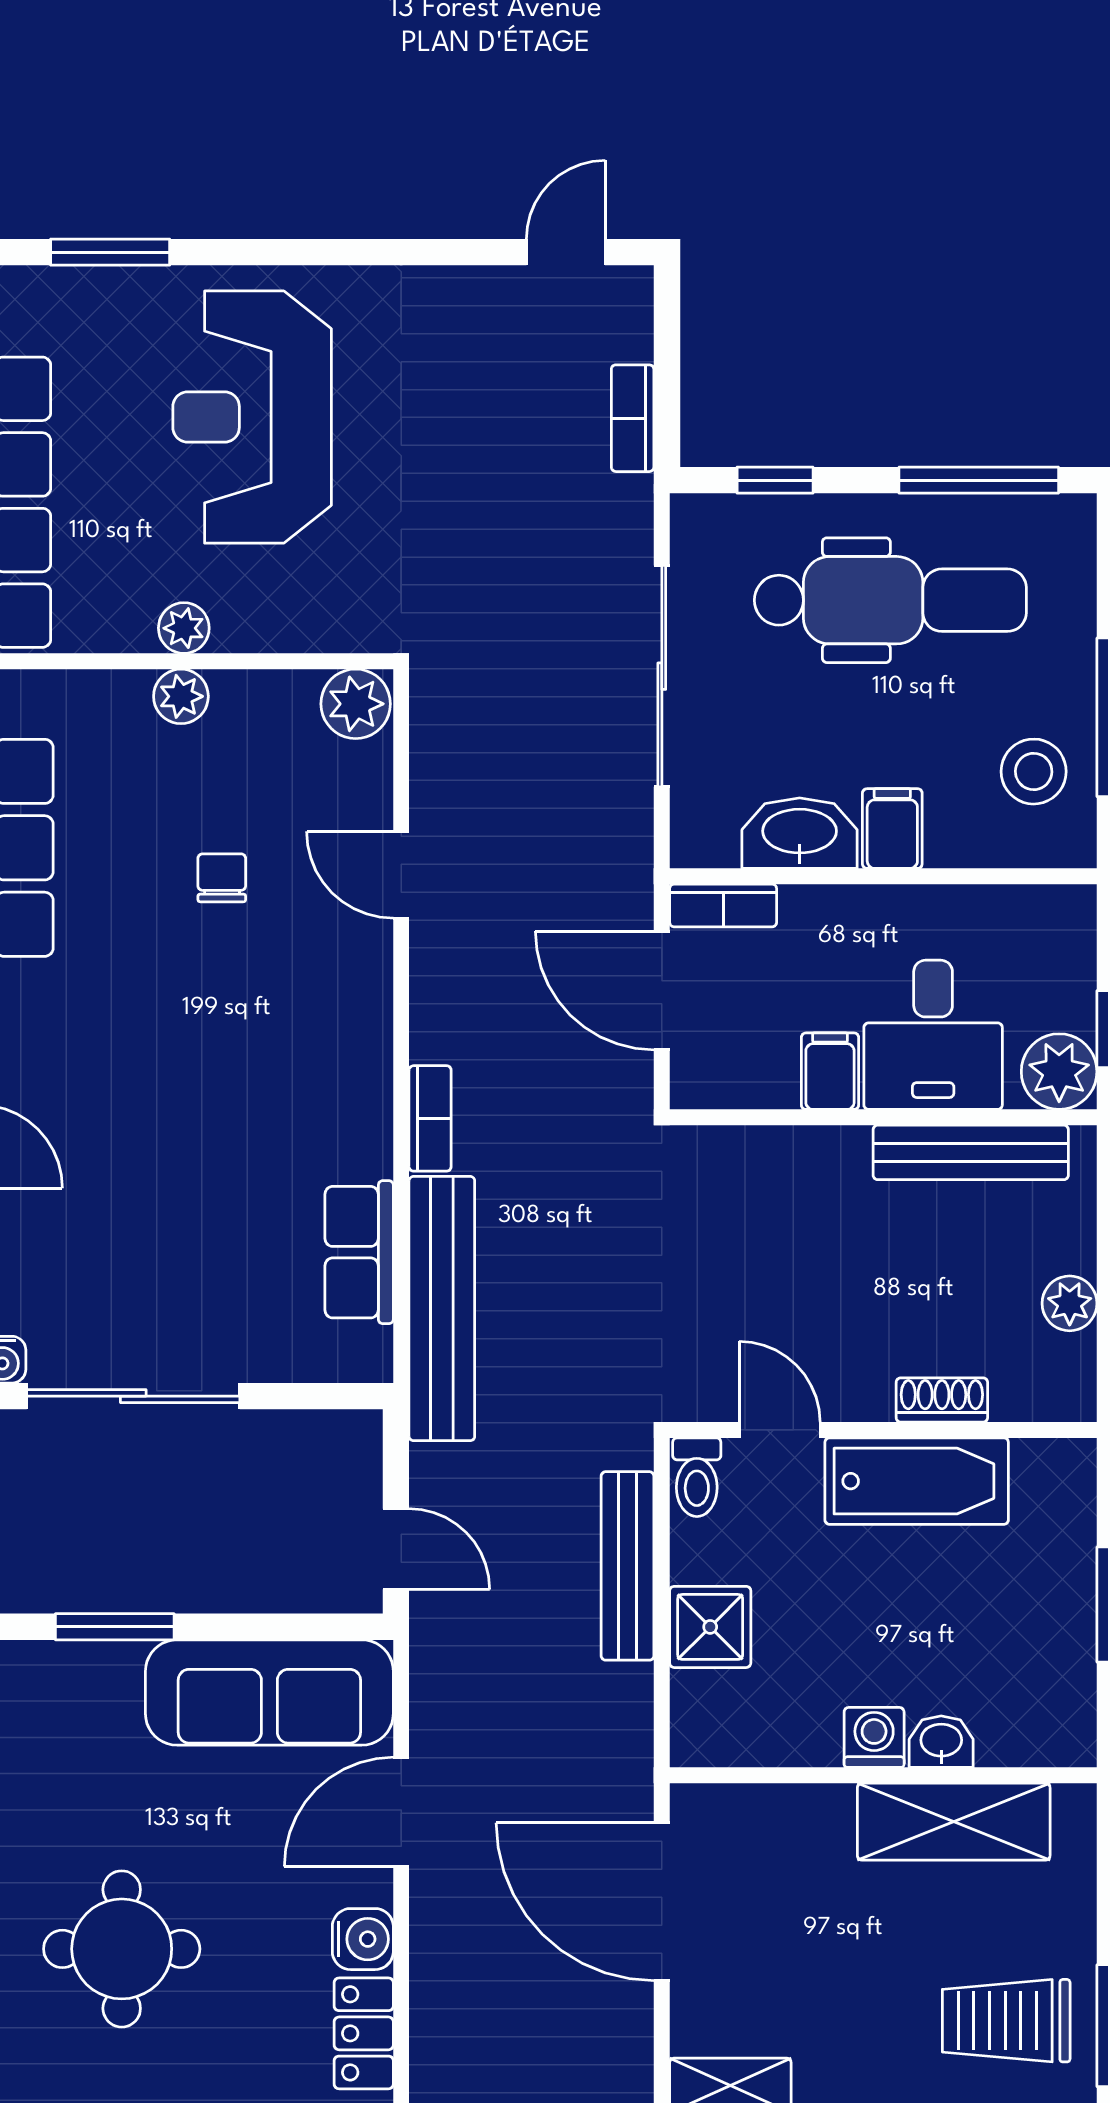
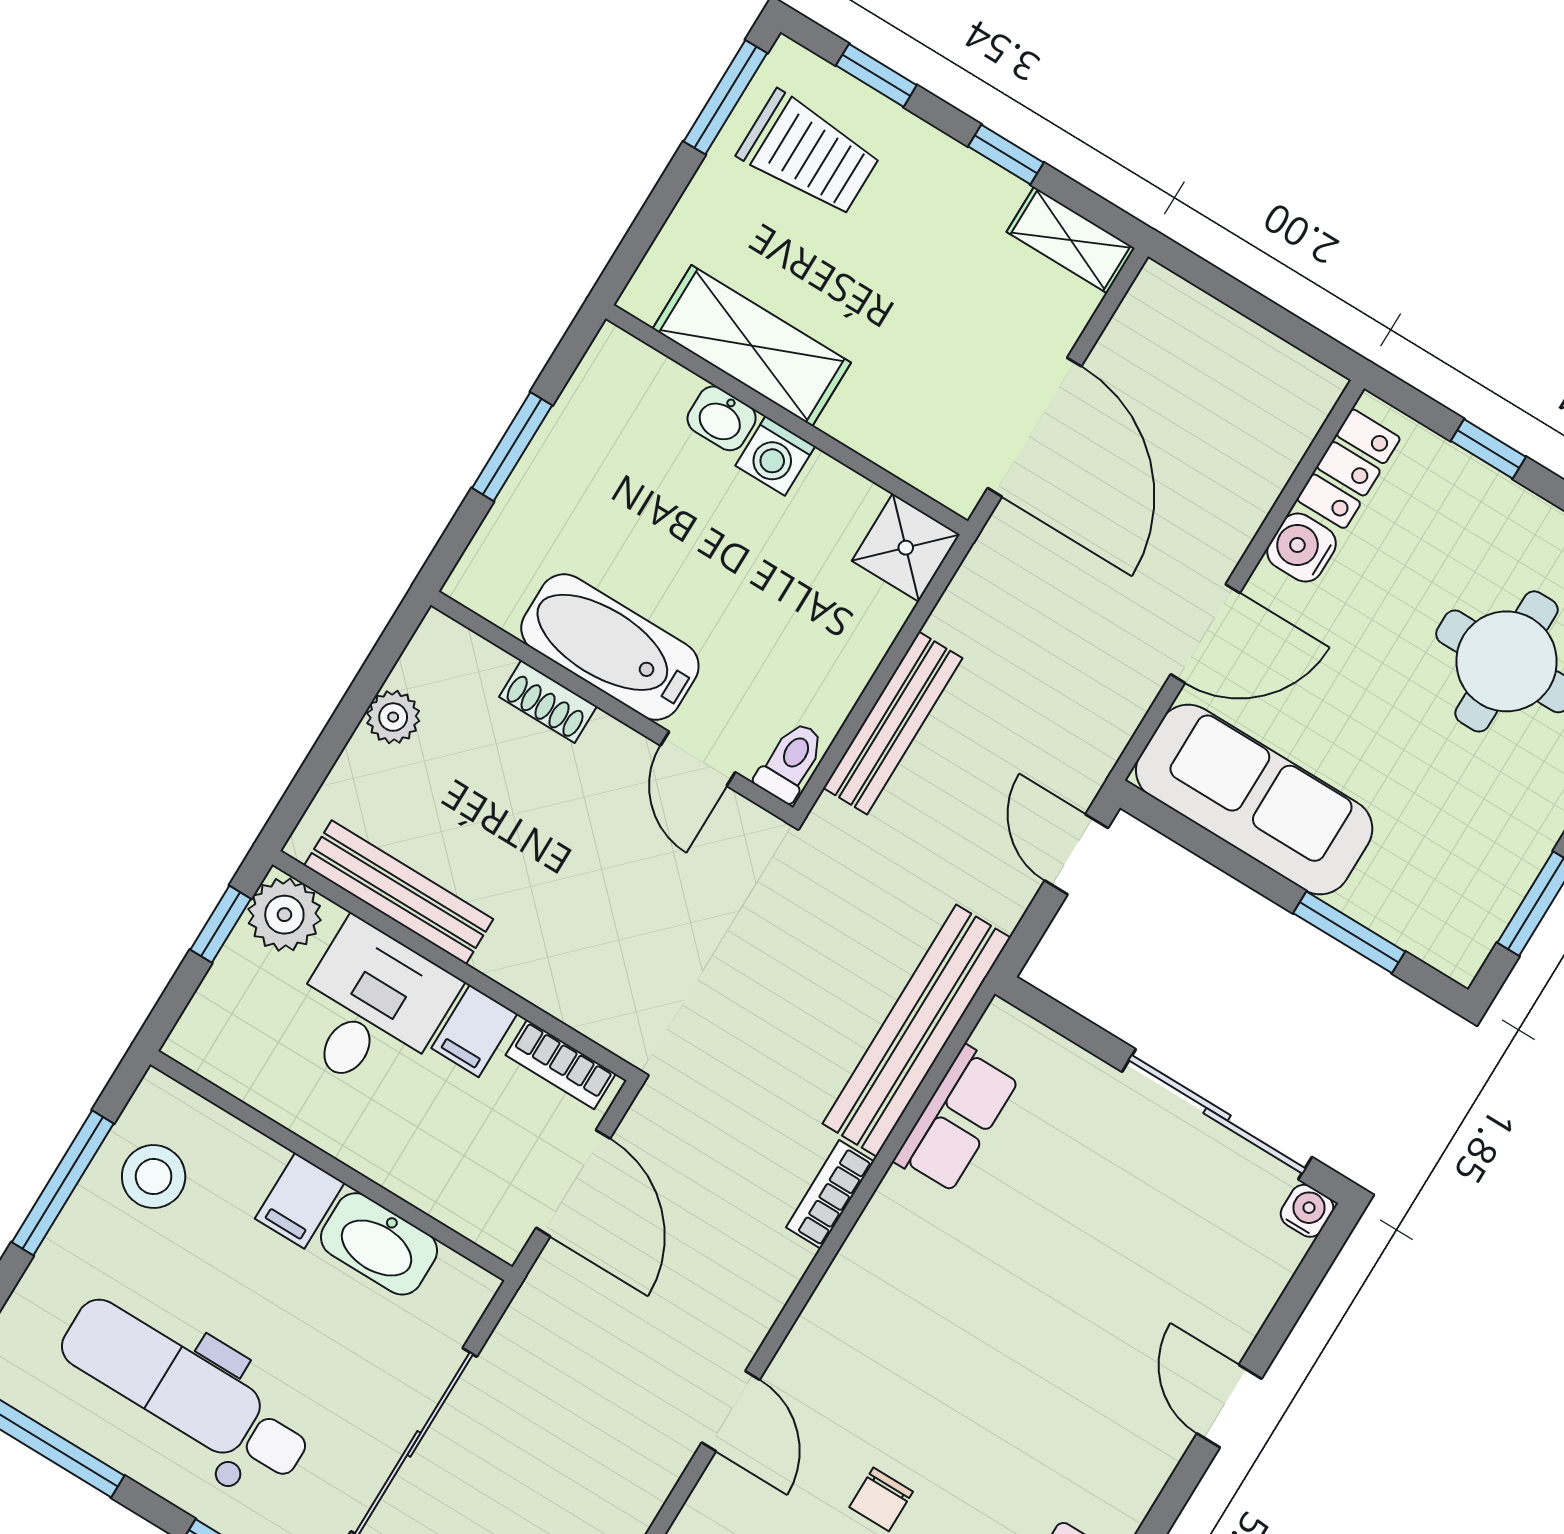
bookcase: (723, 905) -> (561, 1065), moved, turned 180
shower: (710, 1627) -> (906, 548), moved

